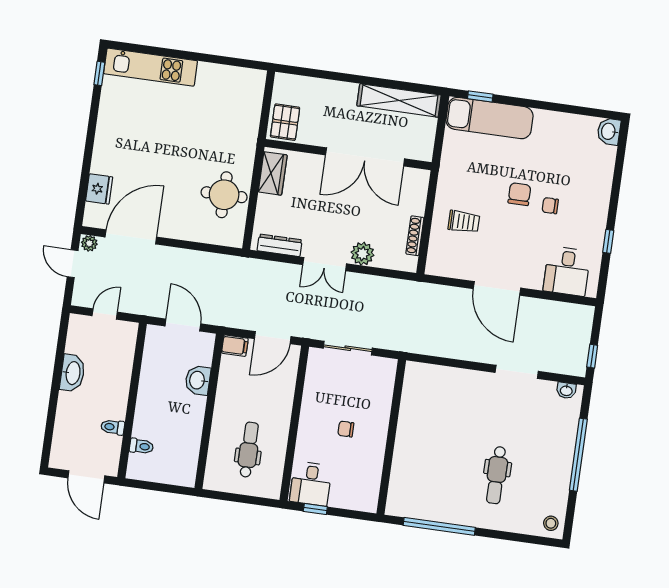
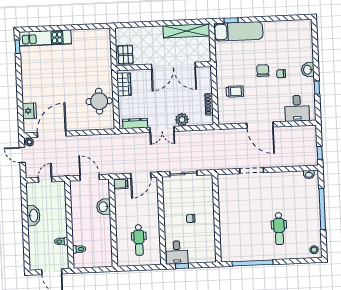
washbasin: (609, 131) -> (308, 70), moved
doorway: (517, 372) -> (252, 171), moved
dental chair: (249, 450) -> (139, 240), turned 180

